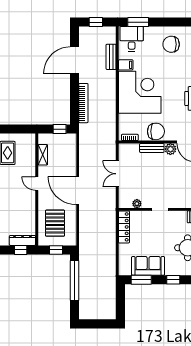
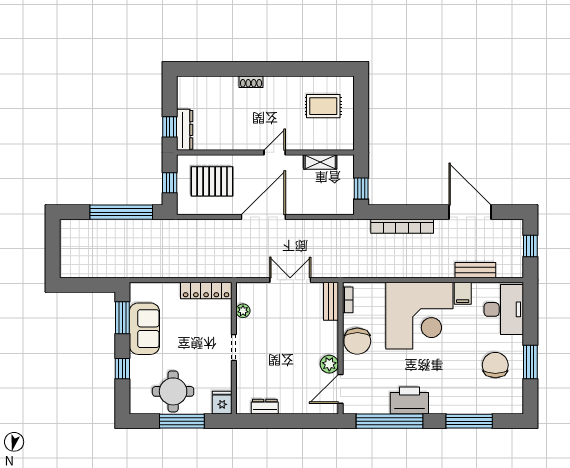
window: (138, 22) -> (530, 362), moved
desk: (132, 39) -> (504, 309), width x1.37
bench: (152, 148) -> (331, 301), moved

